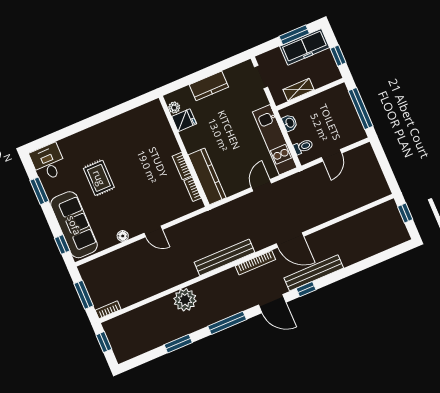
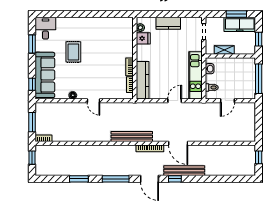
plant: (185, 300) -> (95, 153), removed

